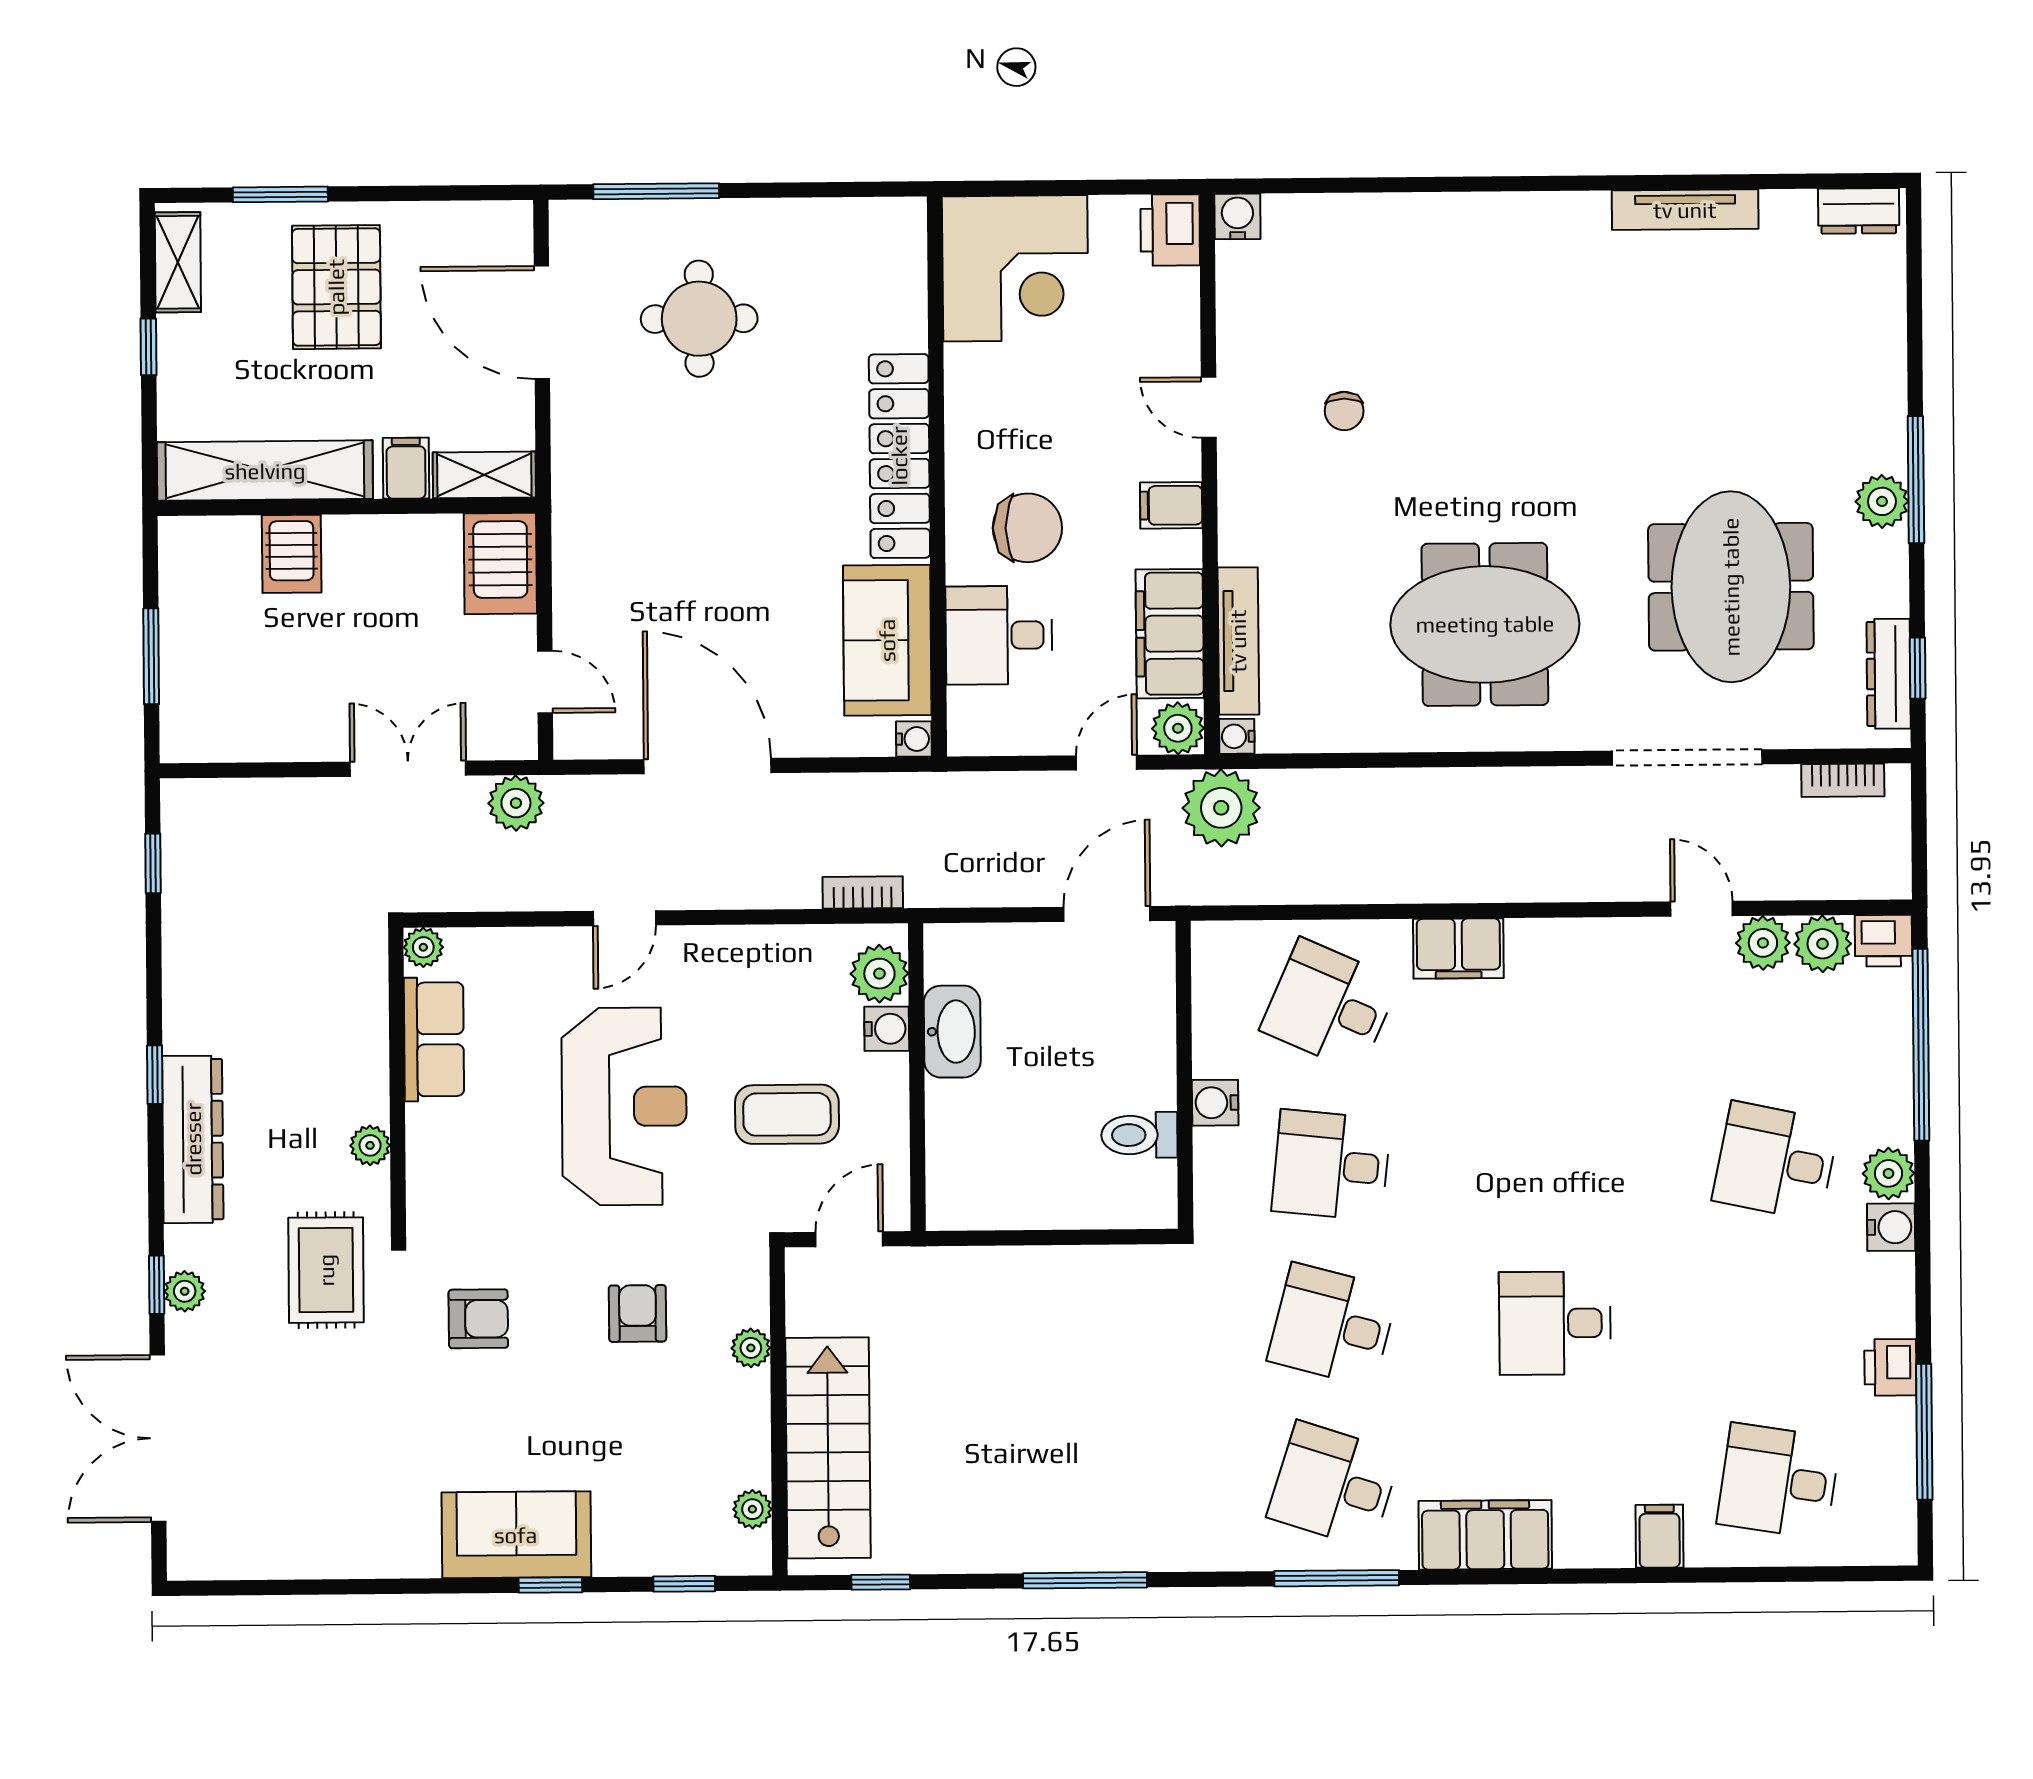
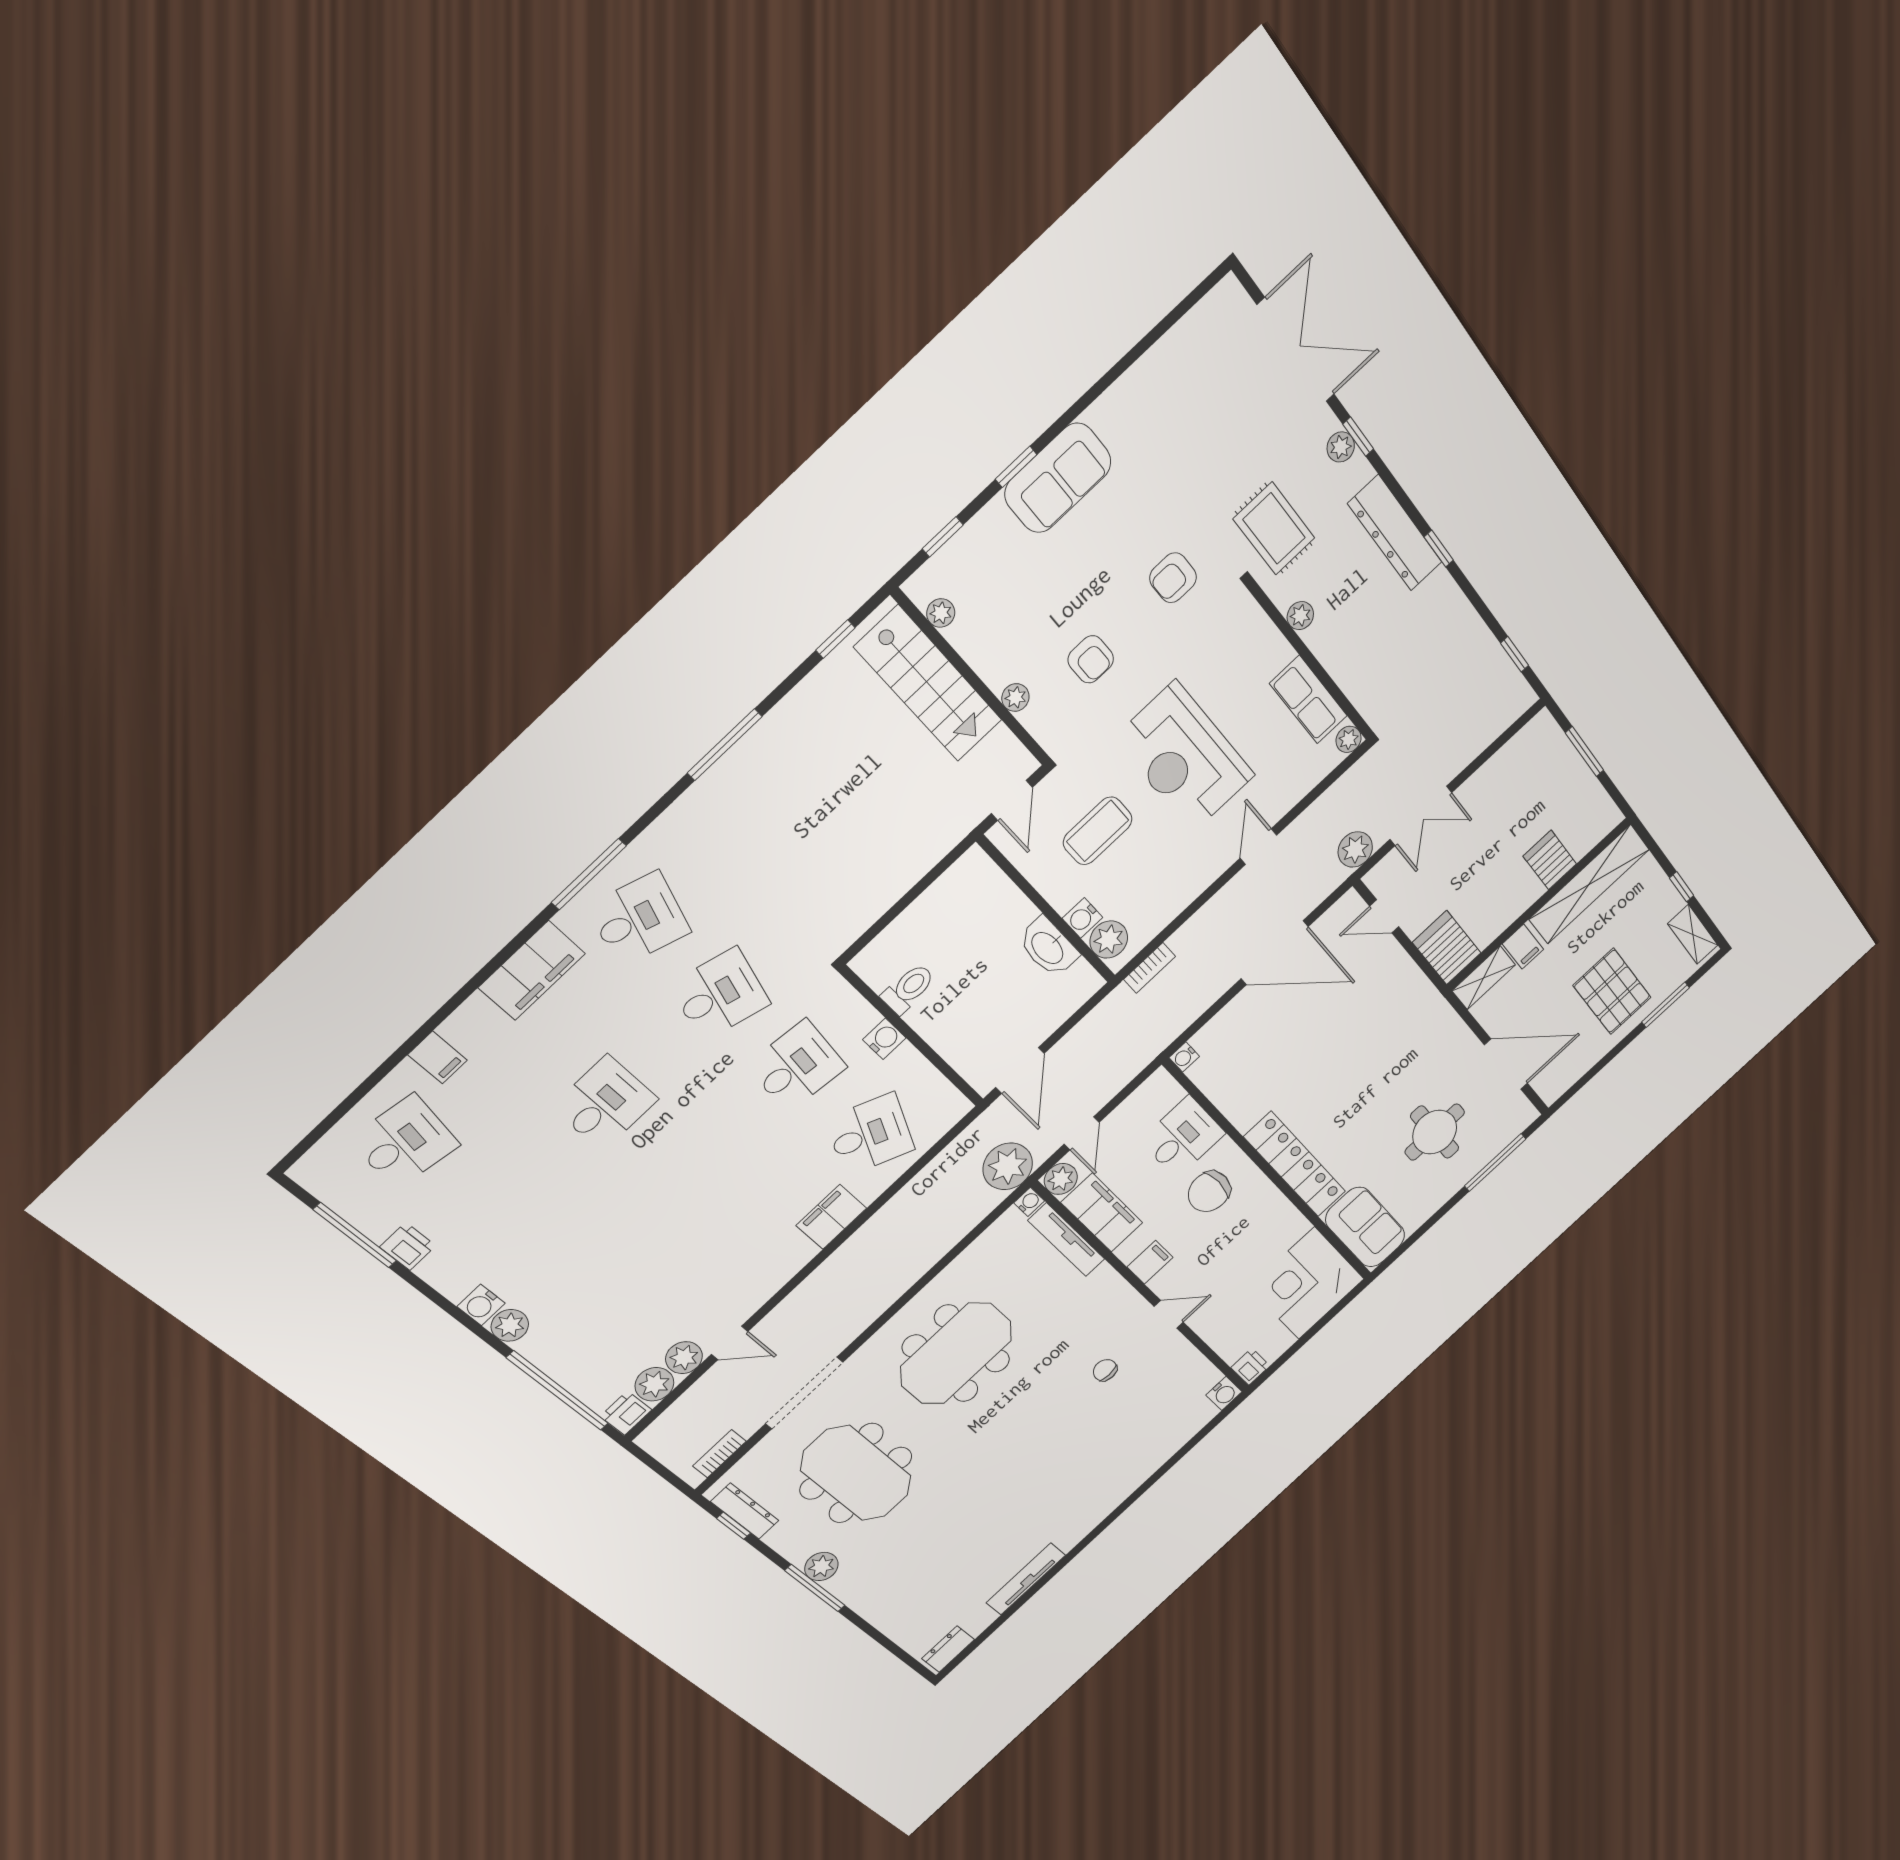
printer: (1170, 230) -> (1250, 1367), width x0.73, depth x0.81
sofa: (887, 640) -> (1365, 1227), moved
desk: (1776, 1161) -> (573, 1277), removed

